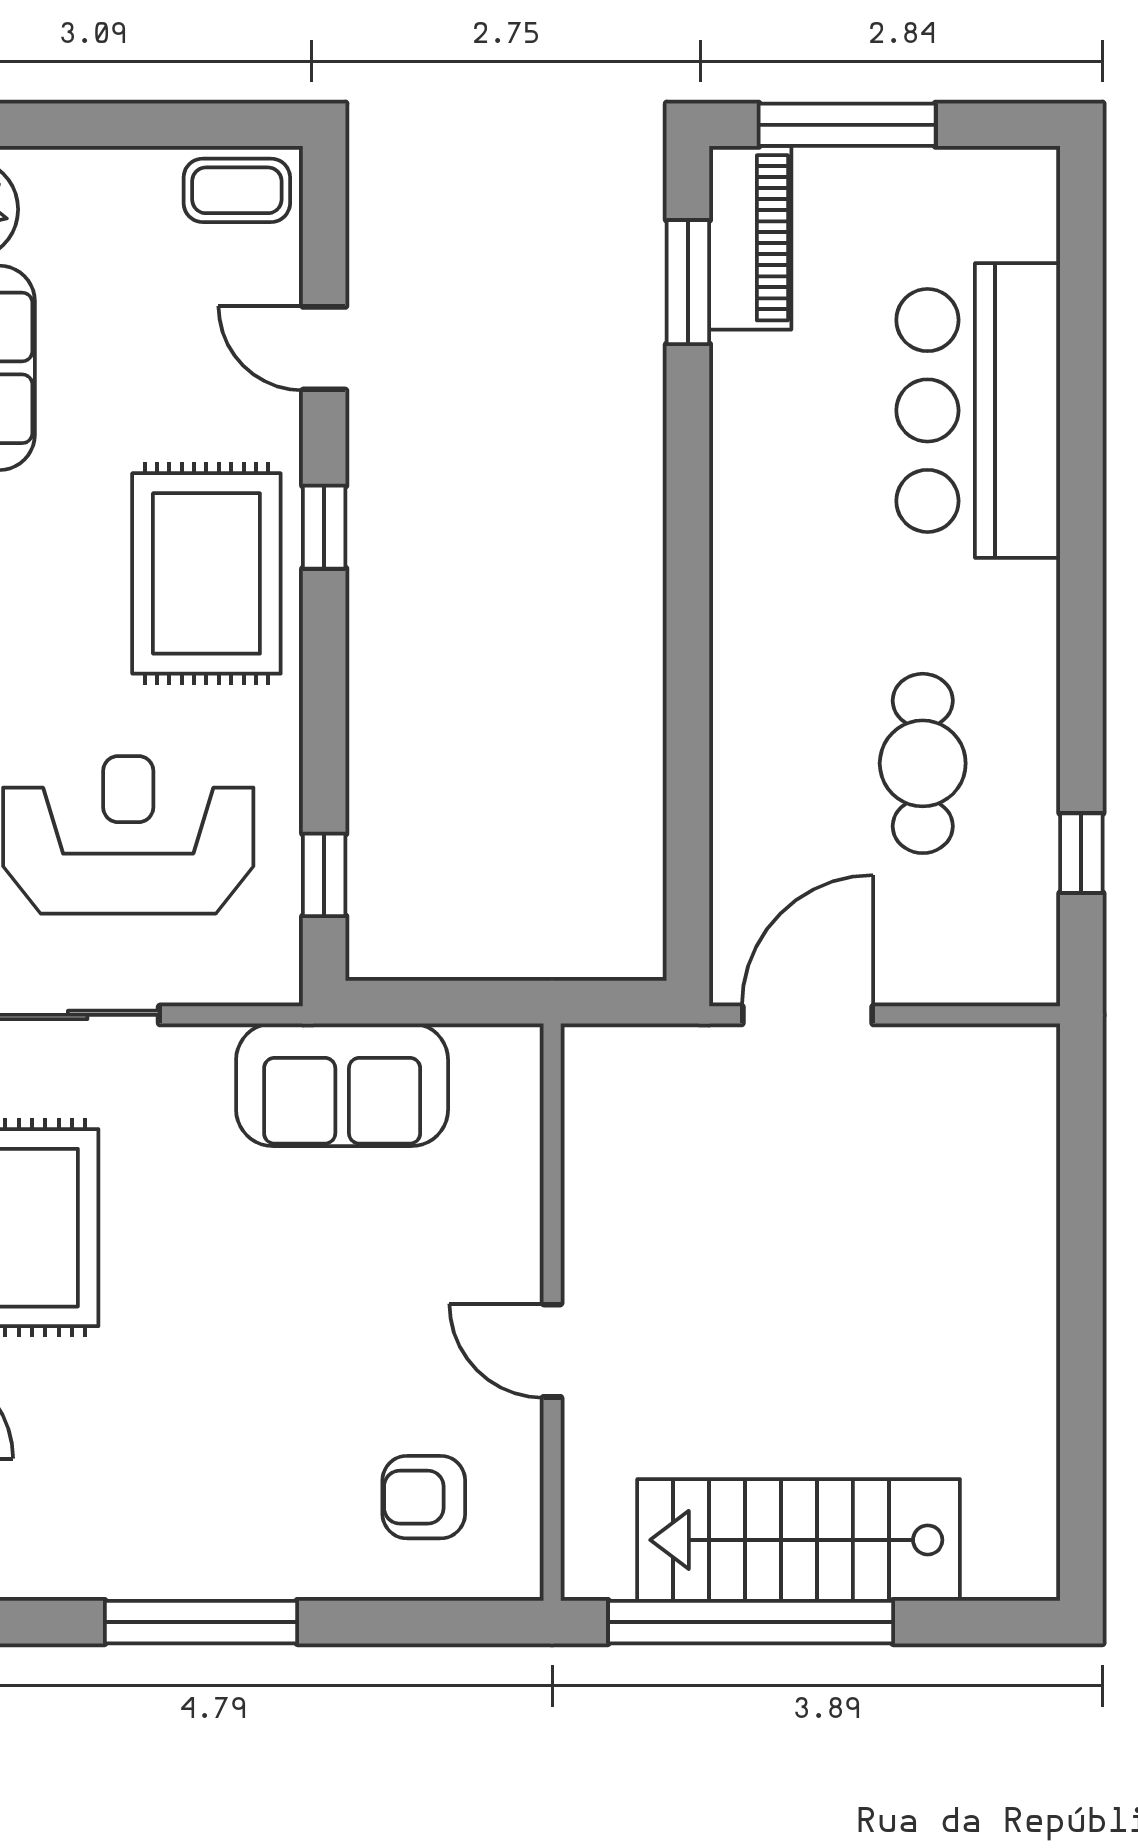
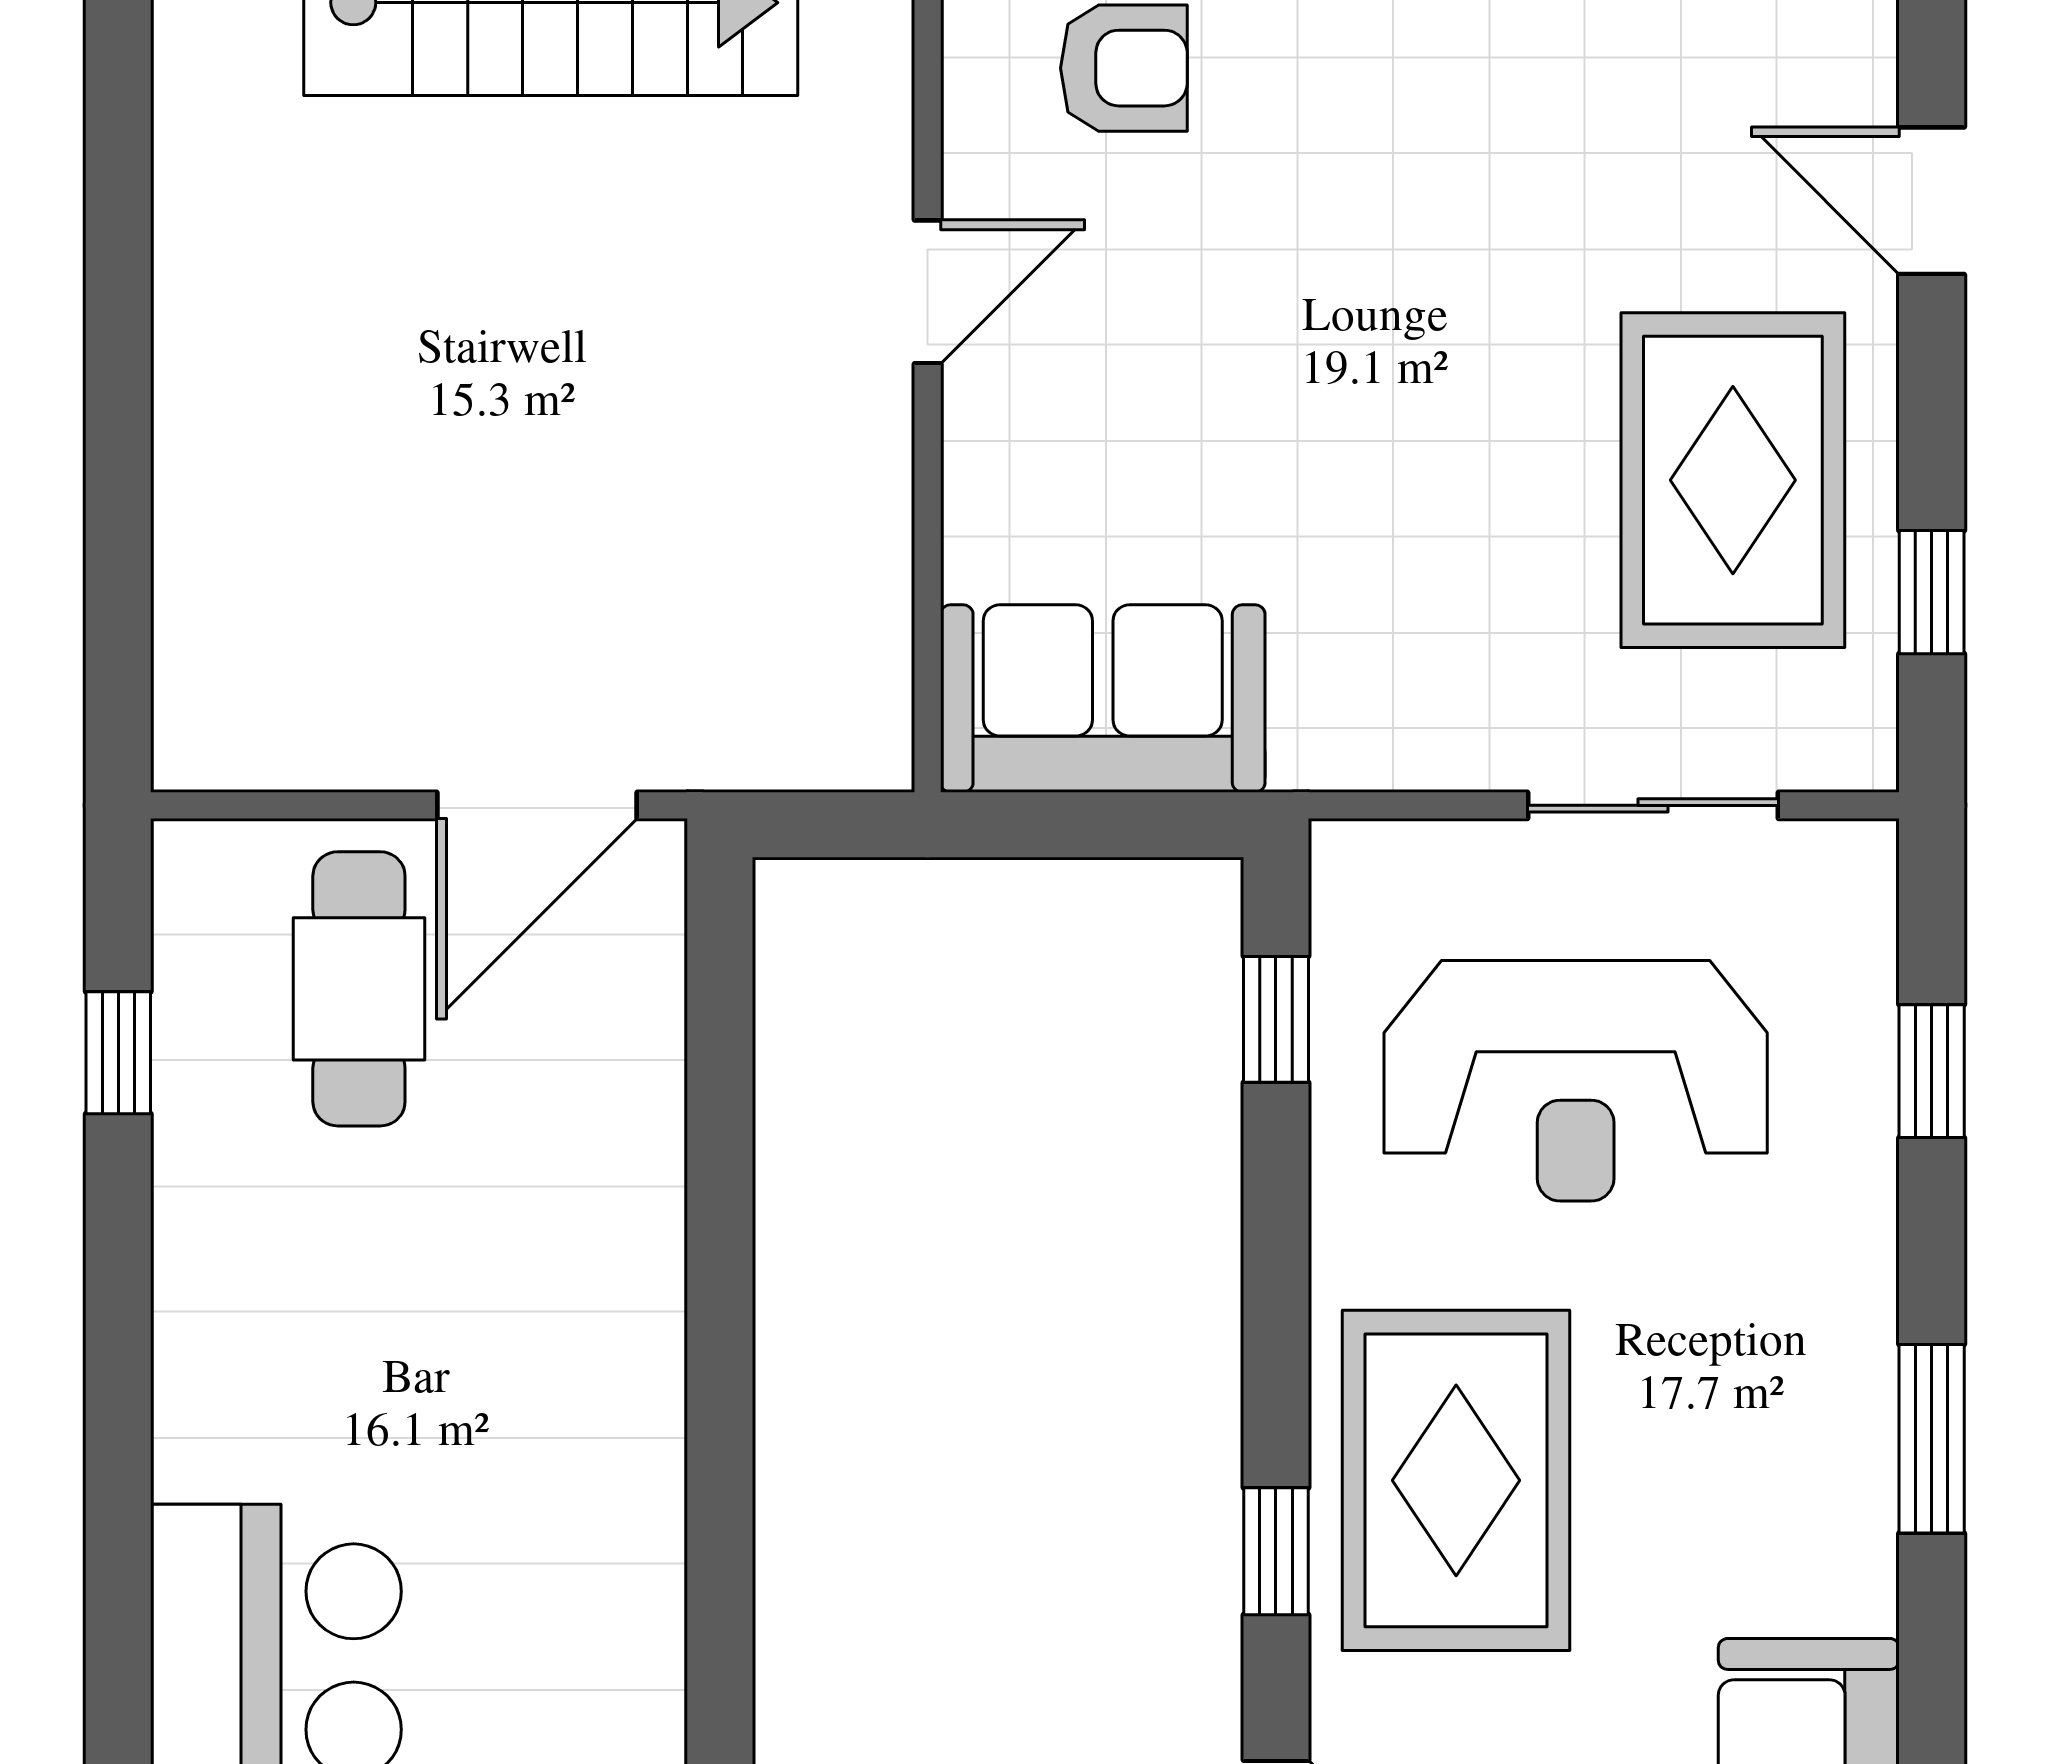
cafe table: (923, 763) -> (359, 989), moved
sofa: (342, 1085) -> (1103, 699), moved
door: (552, 1351) -> (928, 292), hinge flipped

